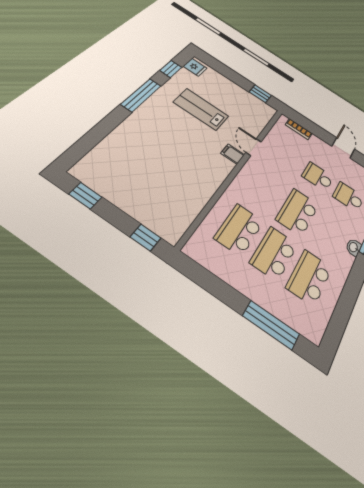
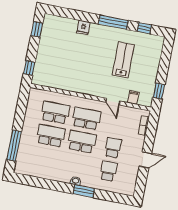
fridge: (195, 67) -> (83, 27), moved
door: (254, 147) -> (113, 102), swing flipped
filing cabinet: (233, 154) -> (133, 97), moved
school desk: (309, 277) -> (86, 118), moved

